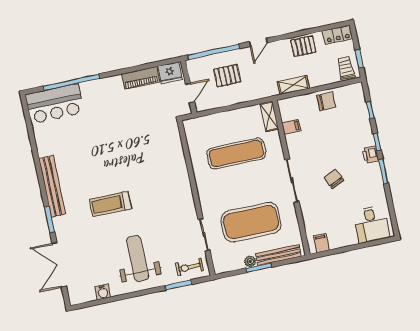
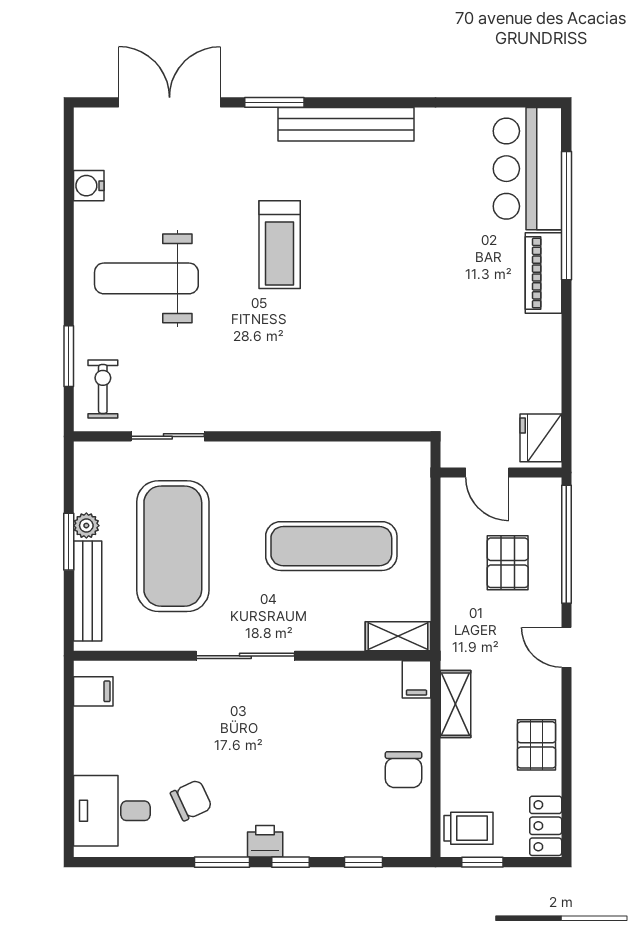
piano: (141, 78) -> (543, 273), moved
filing cabinet: (291, 127) -> (416, 679), moved
exercise mat: (236, 153) -> (331, 546), turned 90
chair: (334, 179) -> (191, 800), moved
treadmill: (111, 204) -> (280, 245), turned 180
weight bench: (138, 258) -> (146, 278), turned 180

